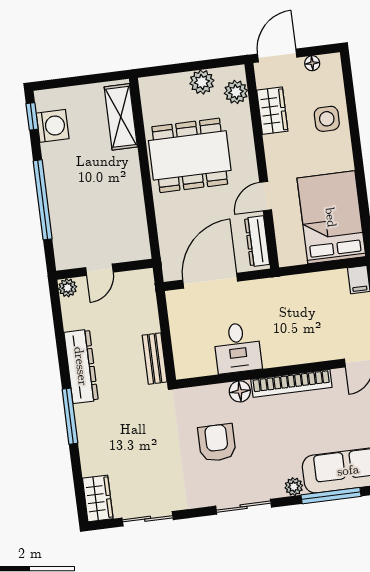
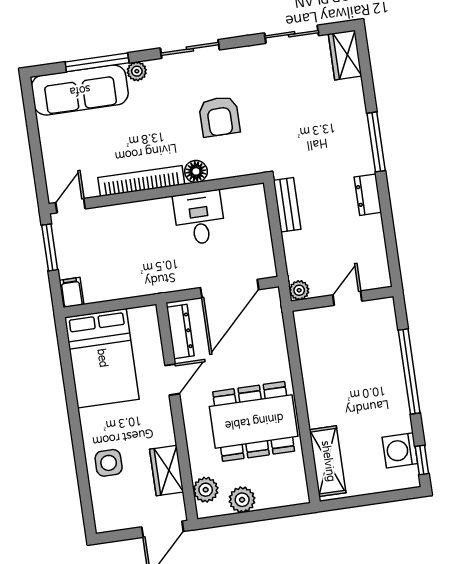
floor lamp: (312, 63) -> (125, 522), removed
plant: (68, 288) -> (299, 290), moved
dresser: (81, 366) -> (368, 195), width x0.51, depth x0.80

